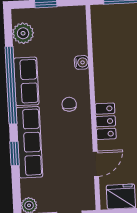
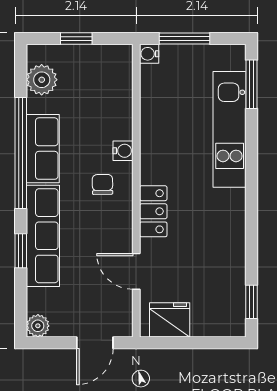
water cooler: (97, 11) -> (149, 54), added
water cooler: (81, 62) -> (123, 151), moved
door: (96, 164) -> (136, 271), swing flipped

